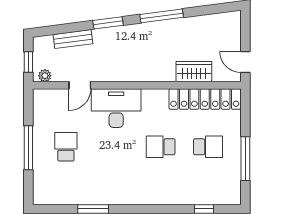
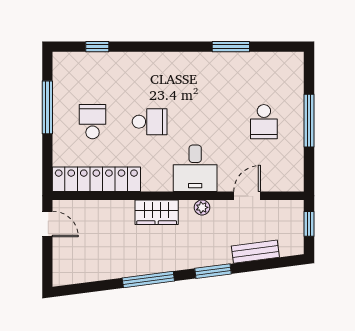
wardrobe: (194, 72) -> (157, 212), moved
plant: (45, 76) -> (202, 207), moved
desk: (116, 108) -> (195, 168), width x0.73
school desk: (208, 147) -> (93, 122), turned 90

